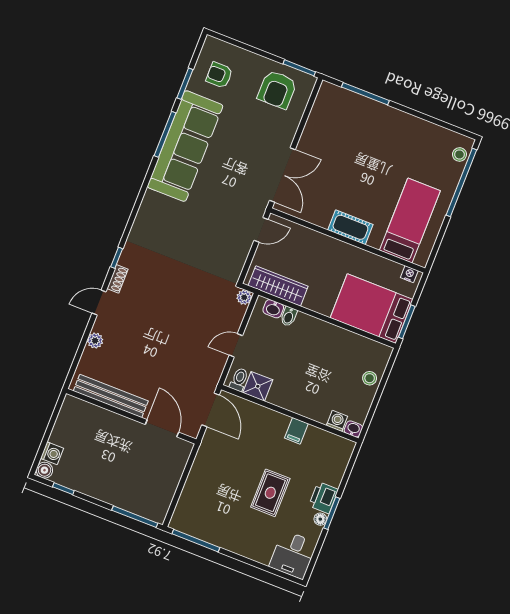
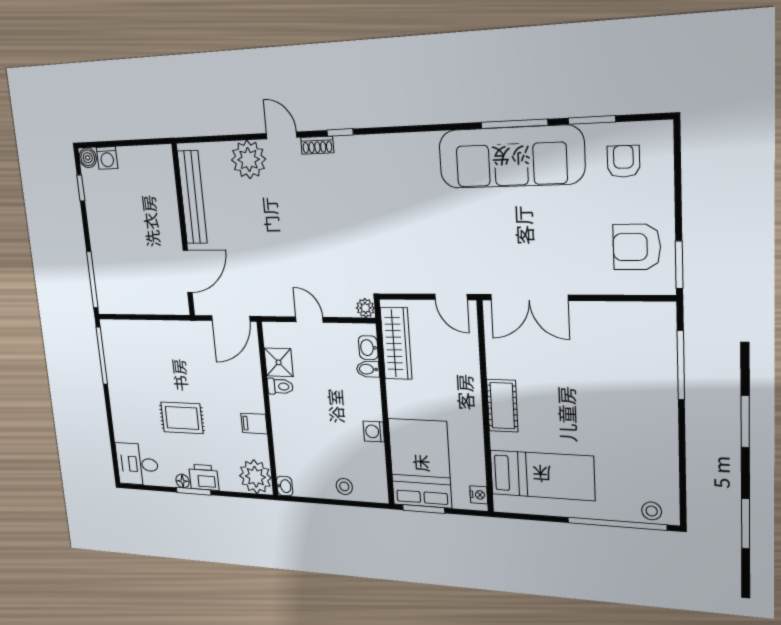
plant: (95, 341) -> (249, 160), width x1.88, depth x1.88
toilet: (239, 380) -> (280, 386), moved
washing machine: (337, 421) -> (374, 431), moved, turned 180
plant: (338, 451) -> (255, 477), added

